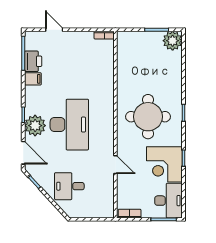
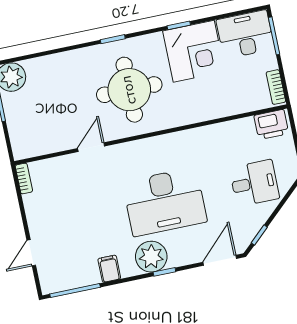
printer: (33, 61) -> (271, 124), moved, turned 180
desk: (69, 125) -> (165, 202), turned 180
plant: (35, 126) -> (151, 257), moved
door: (115, 165) -> (91, 147), moved
desk: (69, 186) -> (254, 183), turned -90

